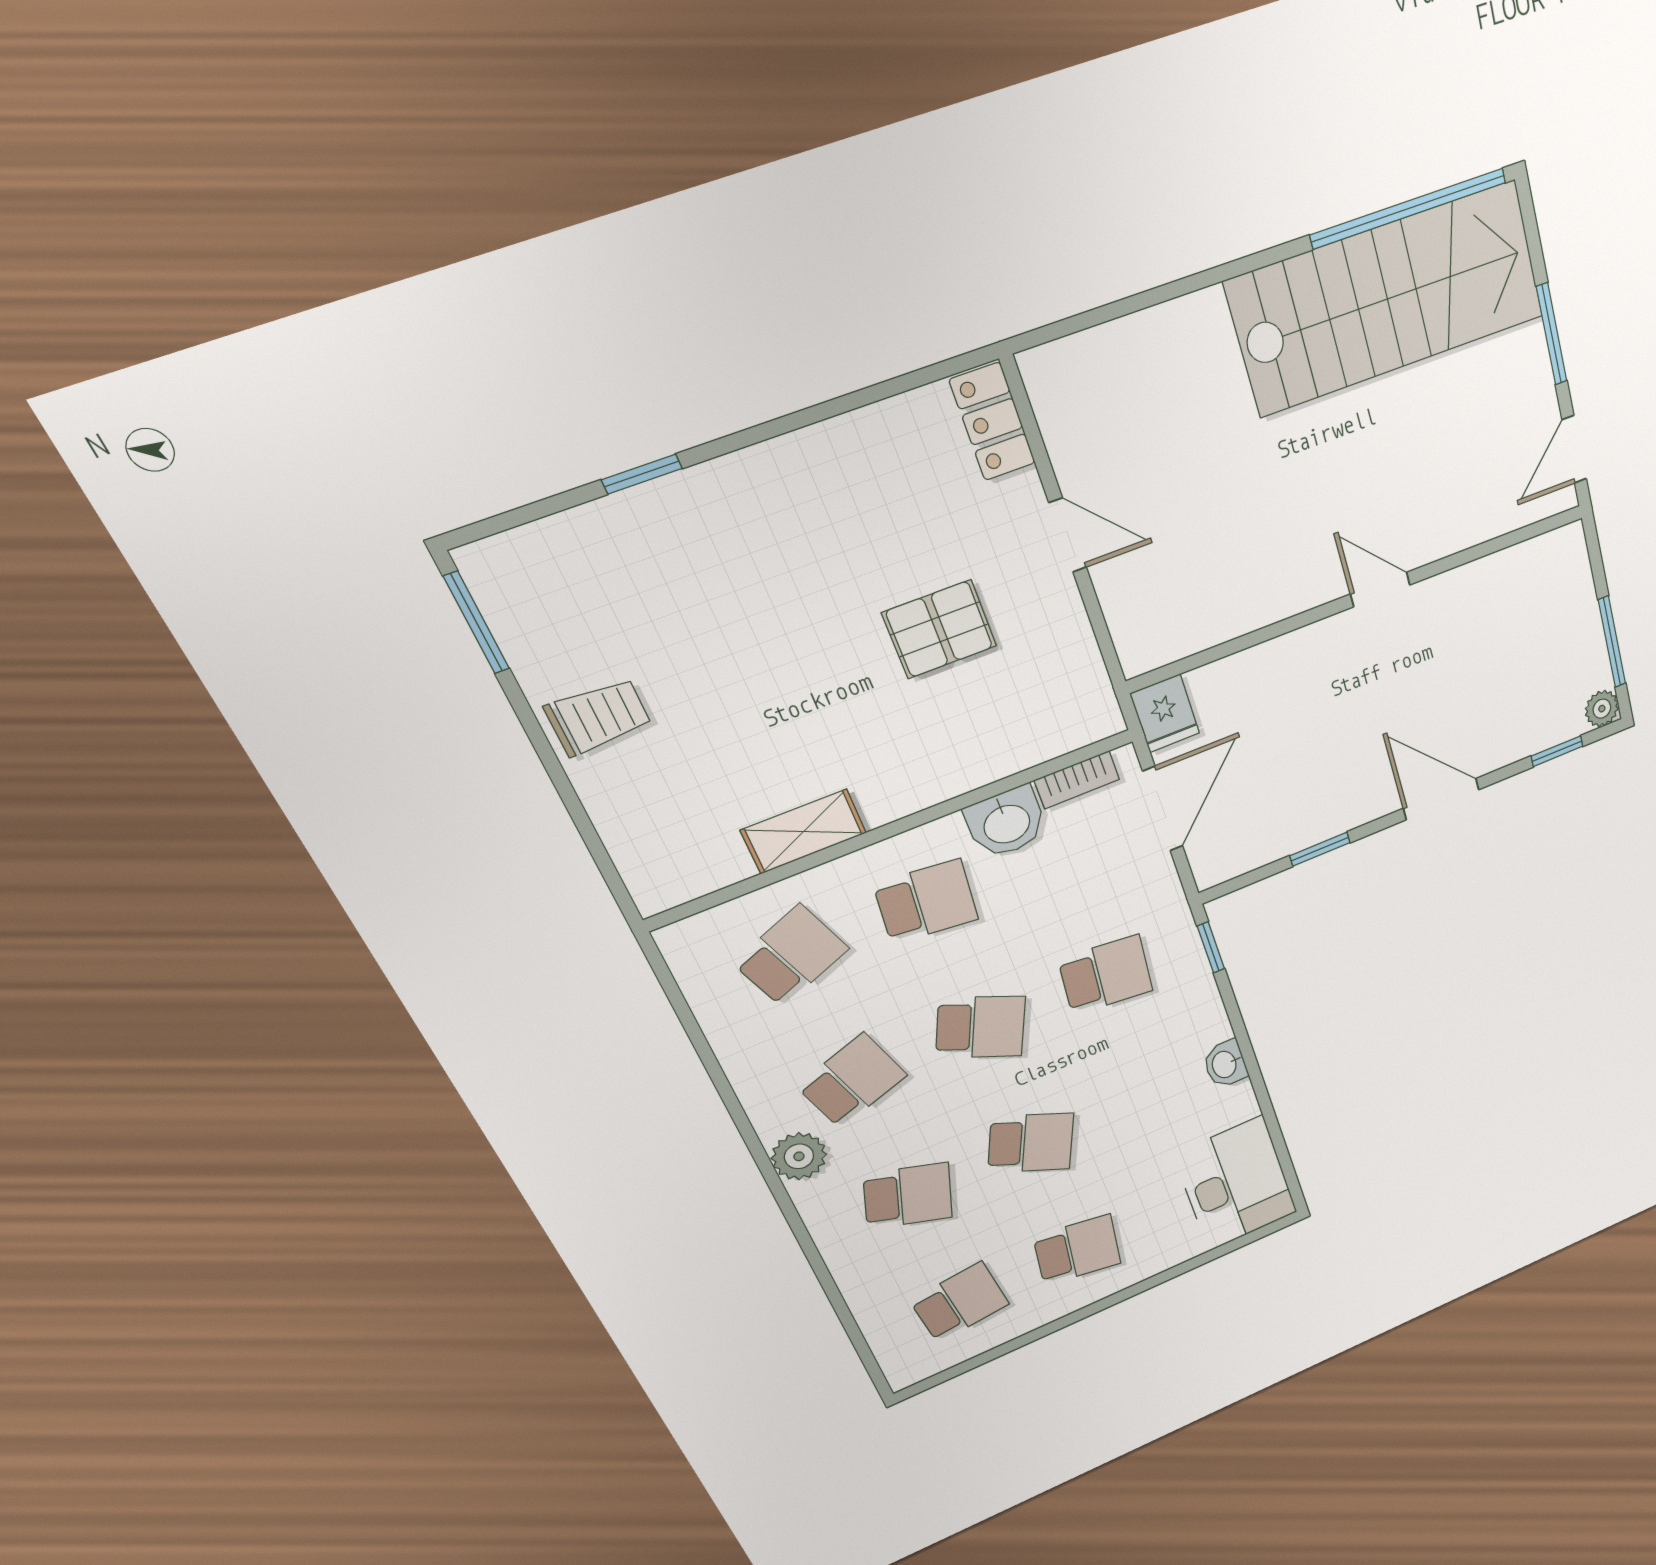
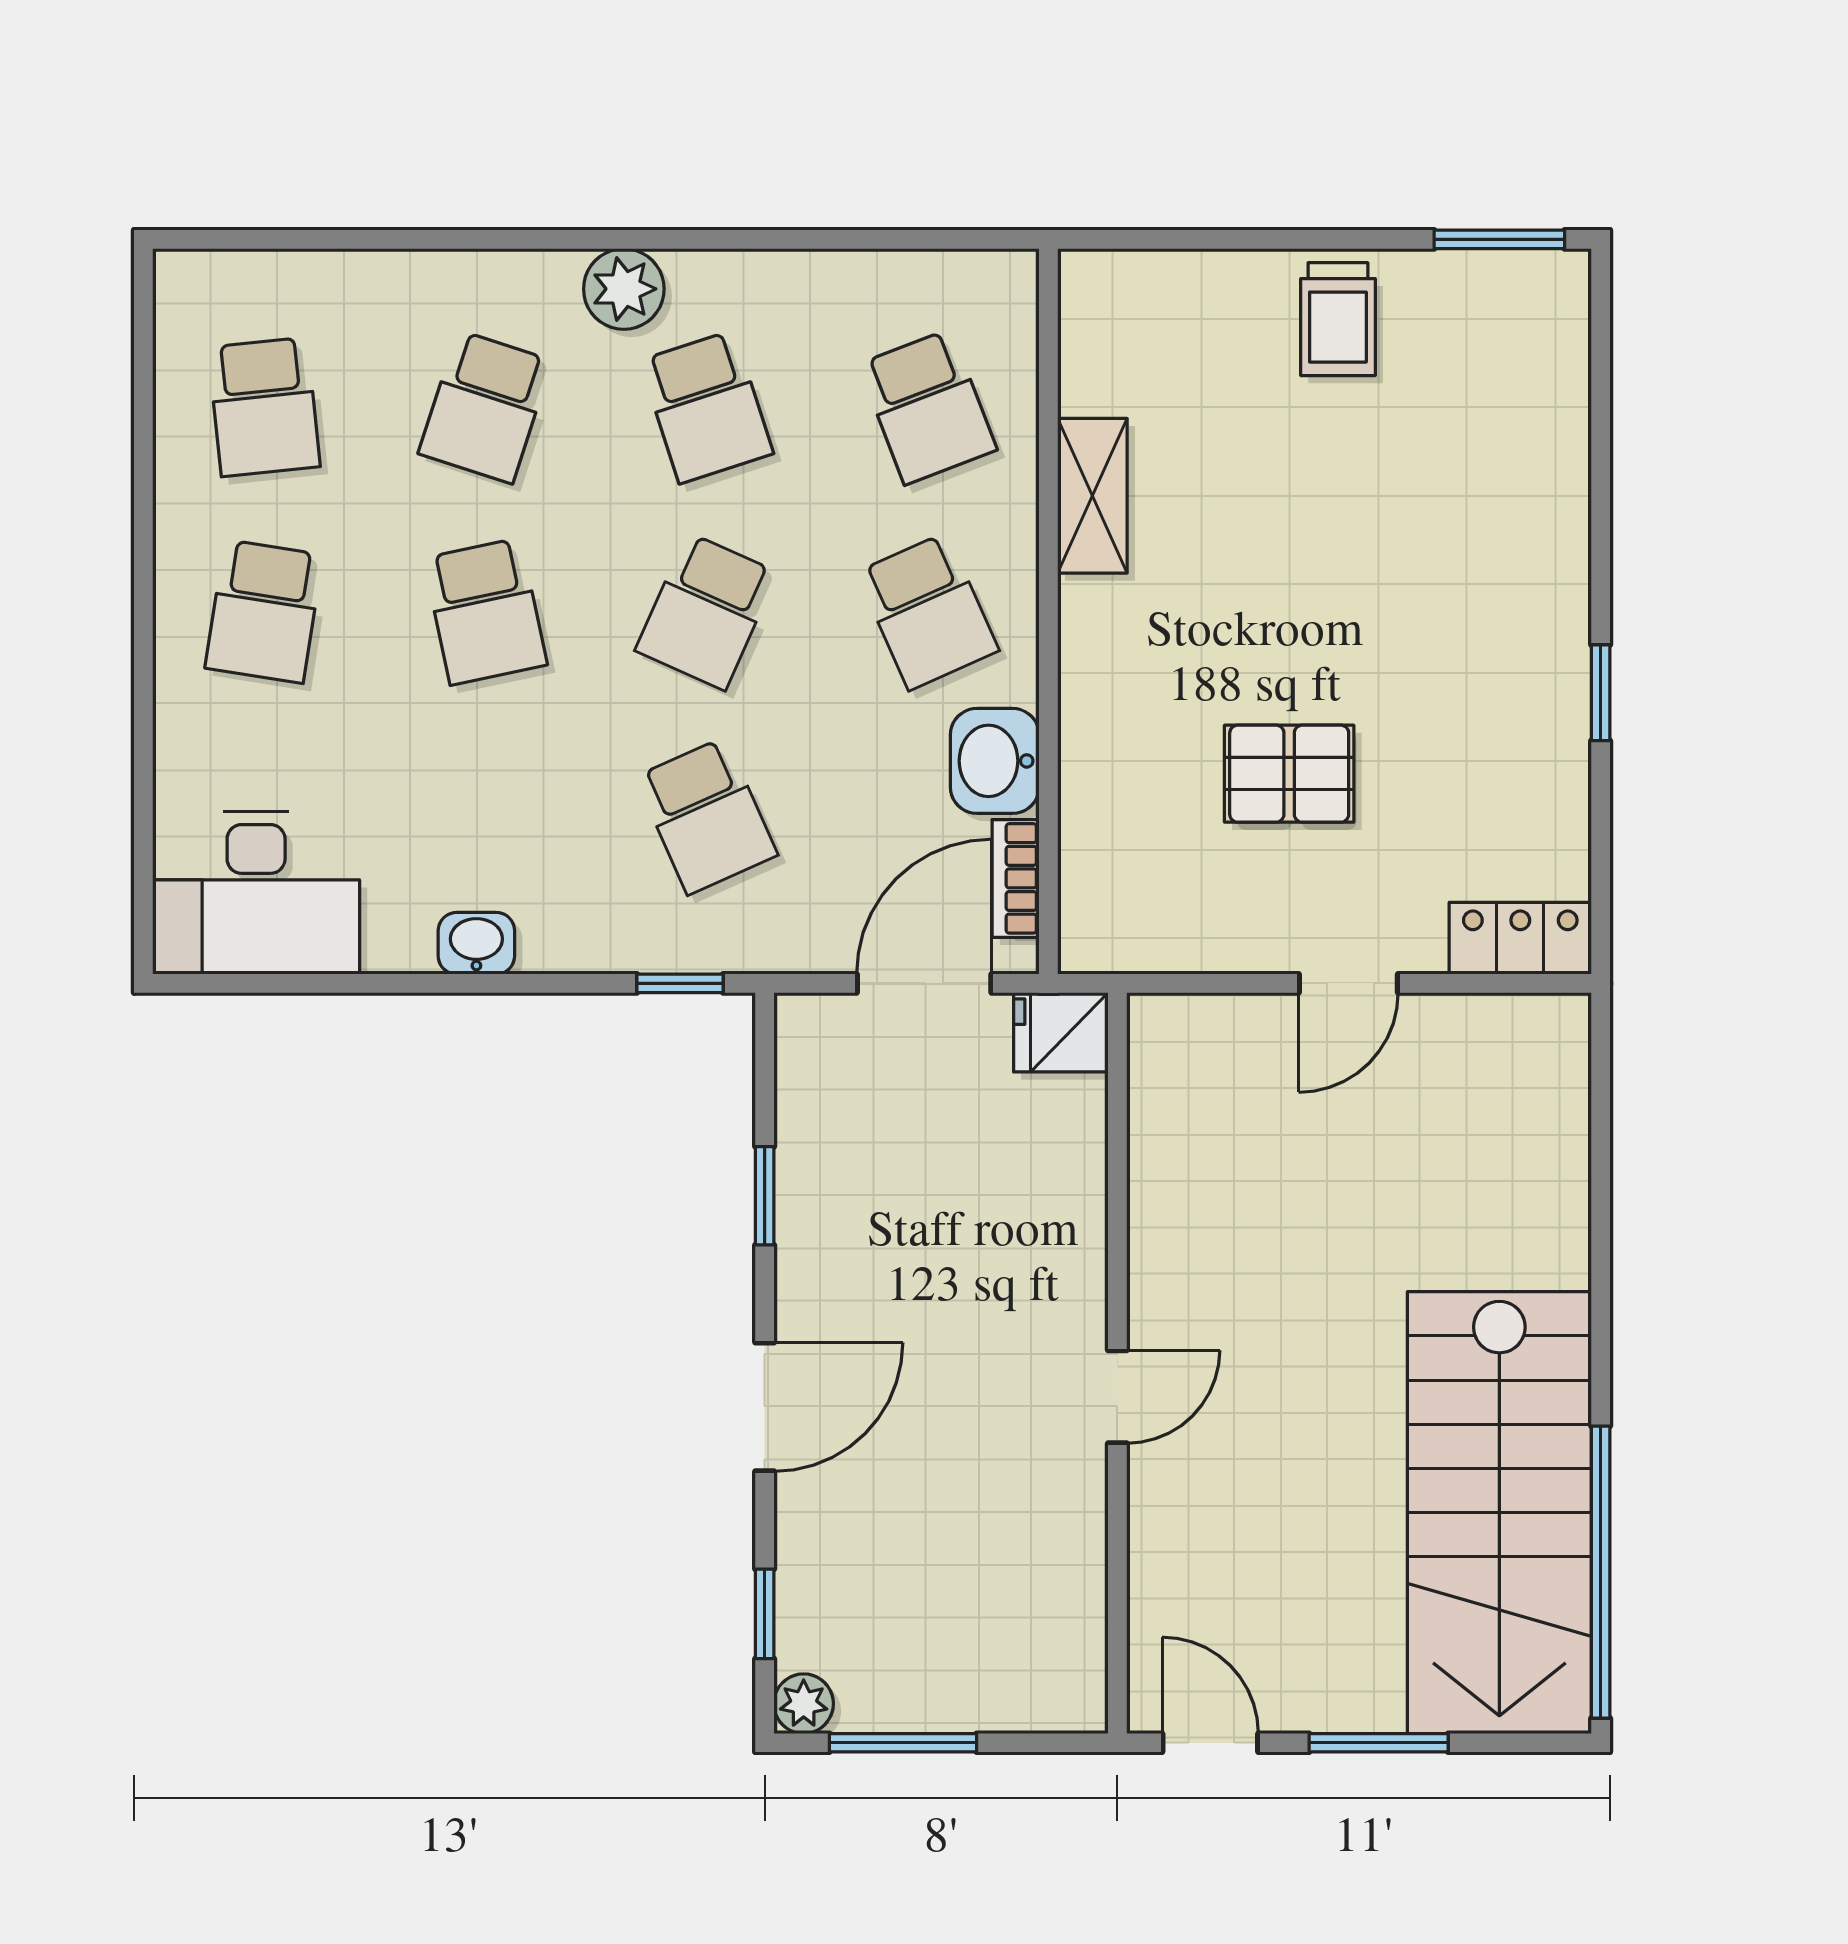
window: (642, 474) -> (1601, 693), moved
pallet: (939, 629) -> (1289, 774), turned 90
door: (1163, 809) -> (924, 983), swing flipped
school desk: (926, 902) -> (928, 611), turned -30
school desk: (1106, 975) -> (706, 816), turned -30
school desk: (1031, 1143) -> (485, 611), turned -36

